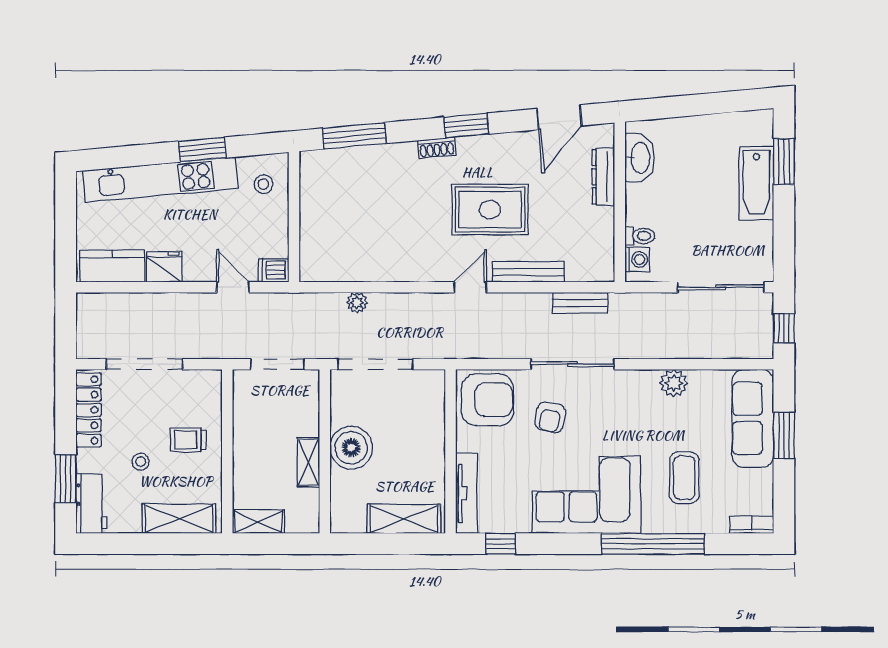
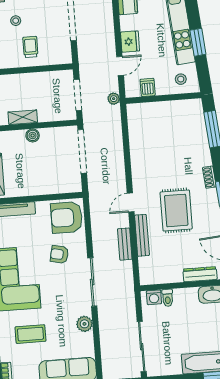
fridge: (164, 267) -> (130, 42), moved
dishwasher: (273, 270) -> (148, 87), moved
door: (470, 287) -> (131, 203), swing flipped
plant: (357, 303) -> (114, 99), moved
bench: (580, 303) -> (125, 244), moved
sliding door: (572, 364) -> (92, 282), moved
armchair: (487, 400) -> (67, 217), turned 90
boiler: (351, 448) -> (33, 135), width x0.54, depth x0.54

